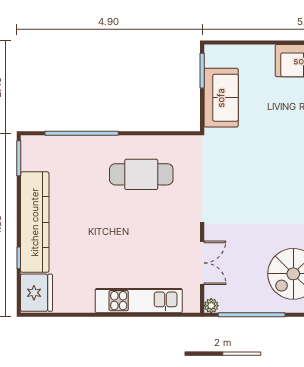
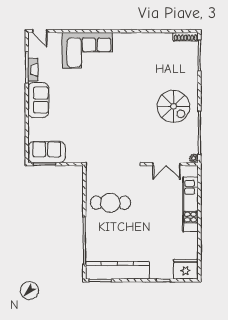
sofa: (221, 98) -> (47, 152), moved
cafe table: (141, 174) -> (110, 203), turned 90
kitchen counter: (35, 222) -> (117, 270), moved
double door: (202, 263) -> (166, 164), swing flipped

